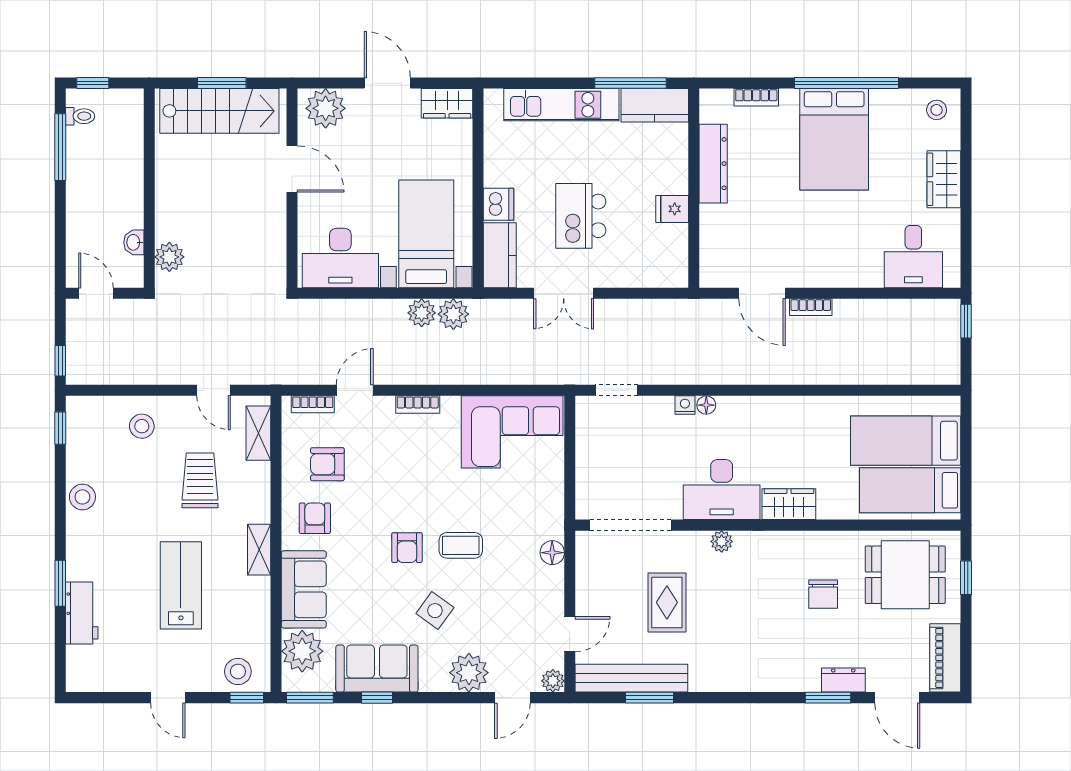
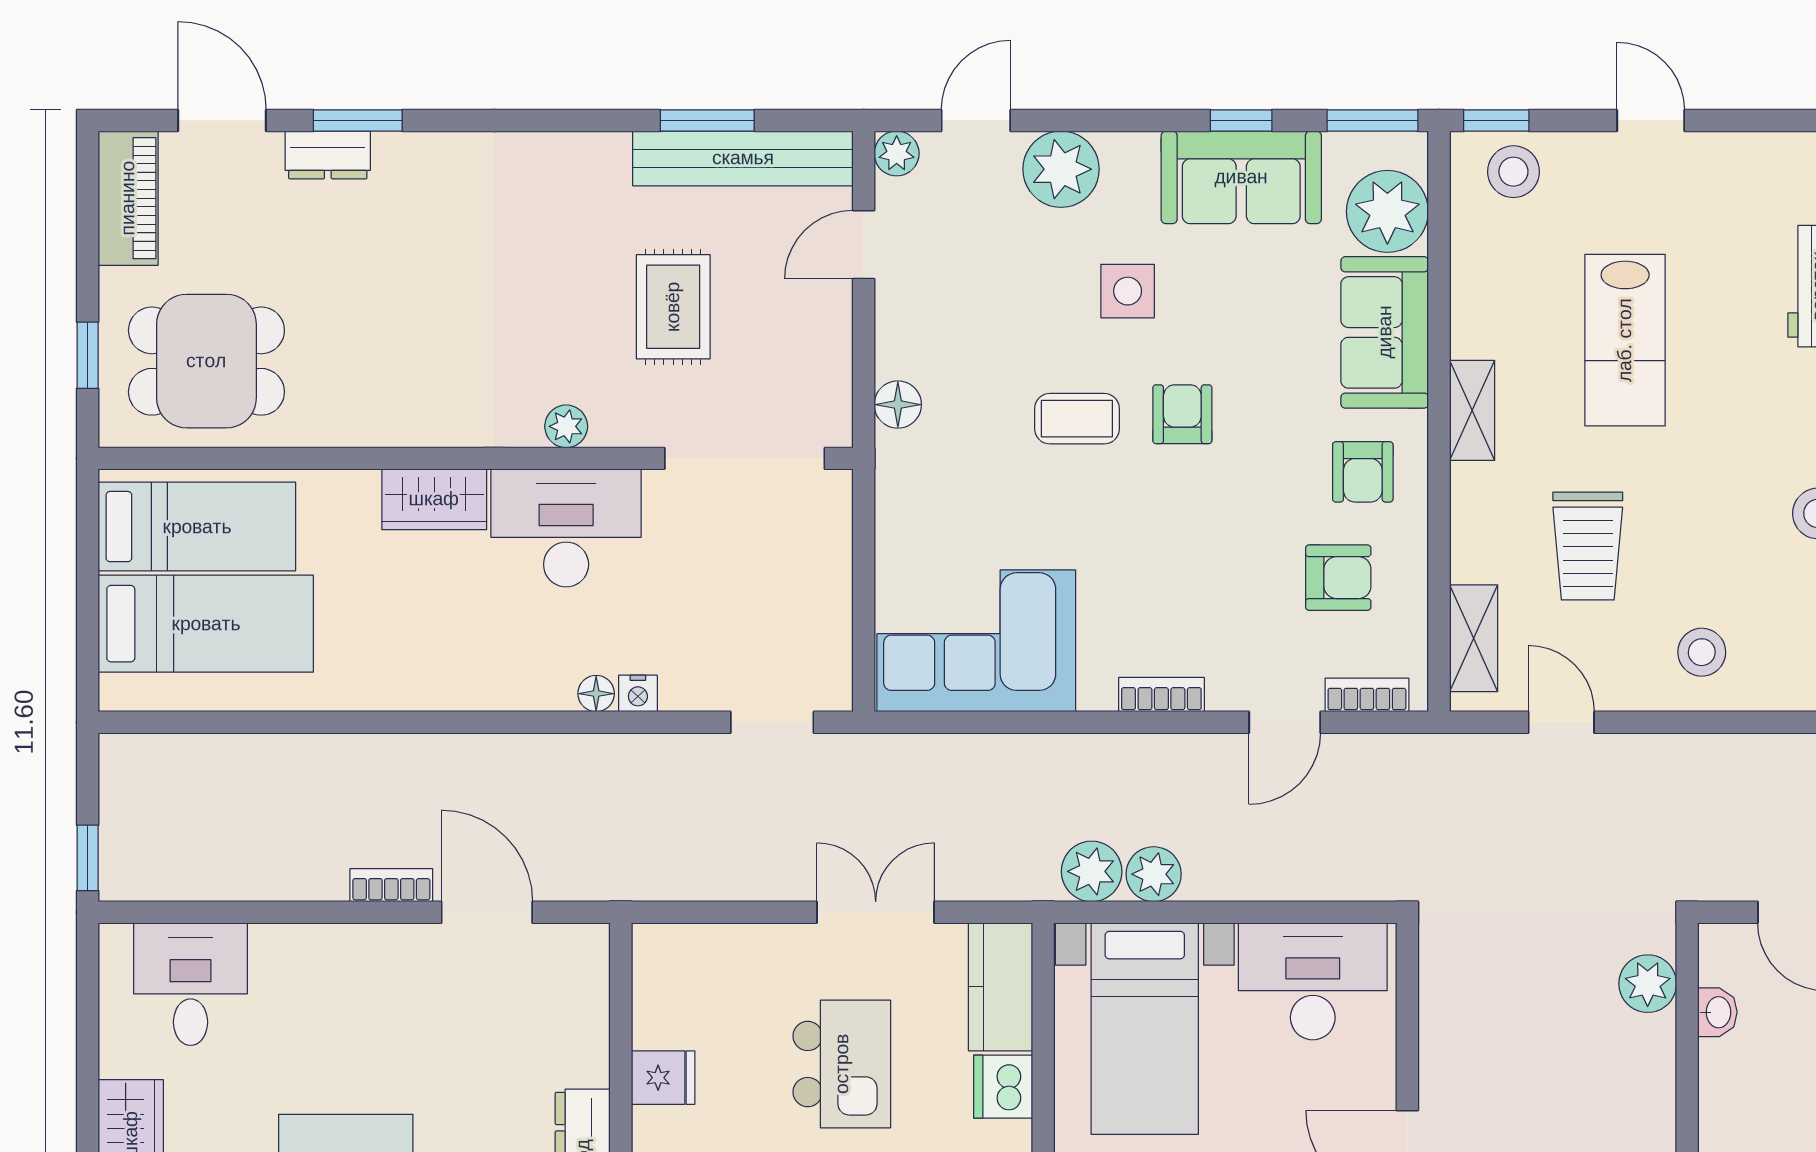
chair: (823, 594) -> (367, 323), removed
side table: (435, 611) -> (1128, 291), turned -36

